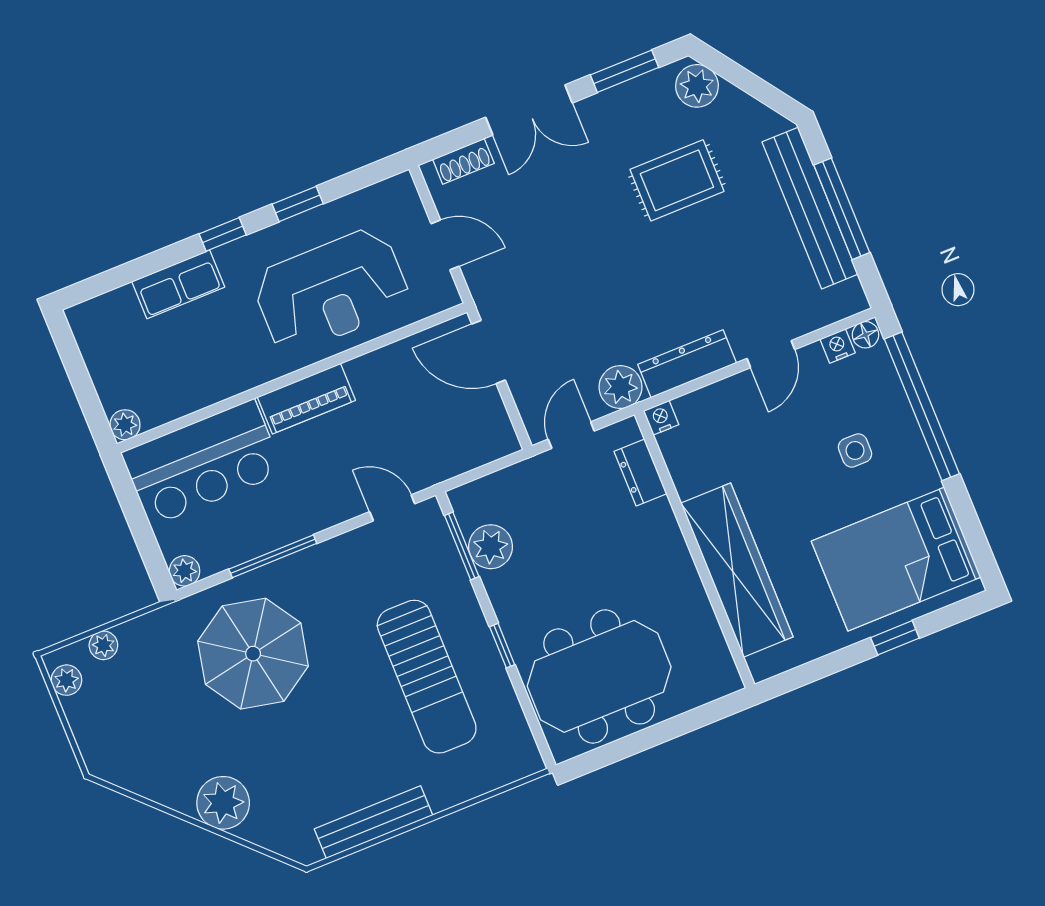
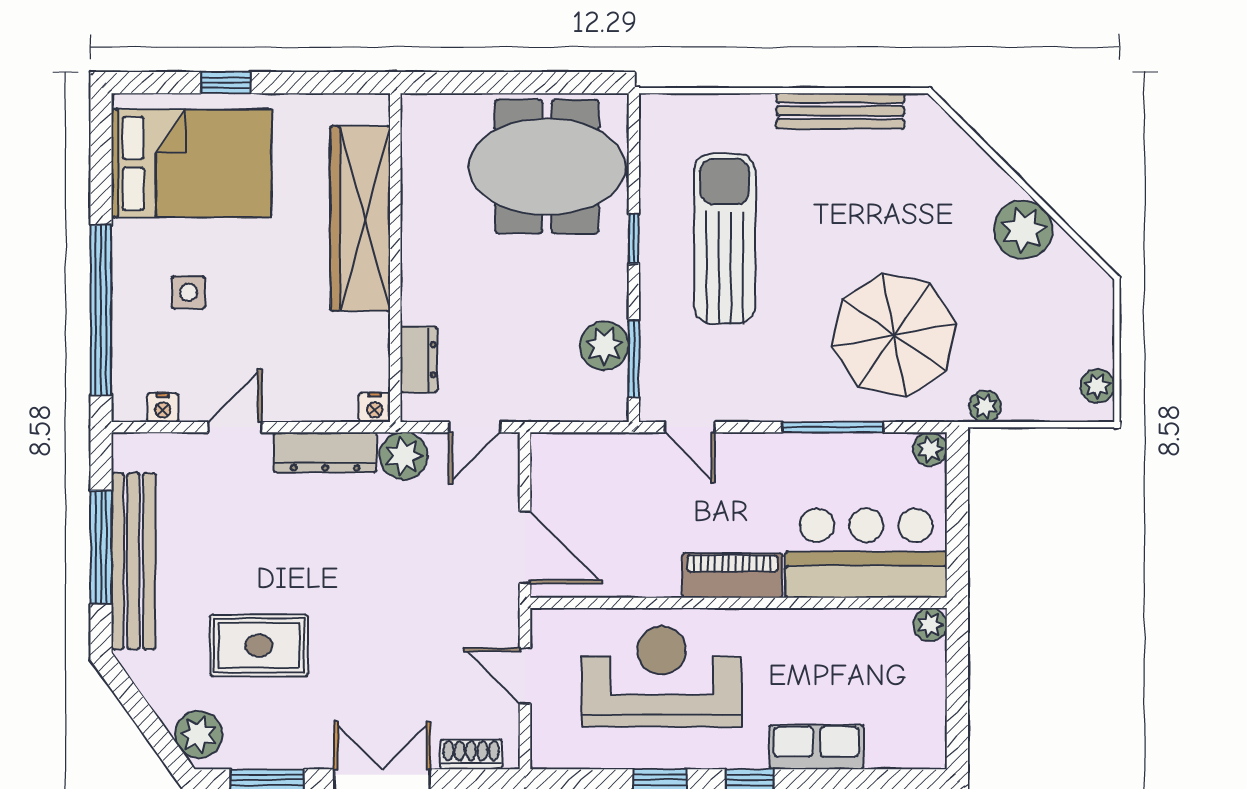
floor lamp: (865, 335) -> (129, 407), removed
plant: (103, 645) -> (985, 406), moved
plant: (223, 803) -> (1023, 230), moved

